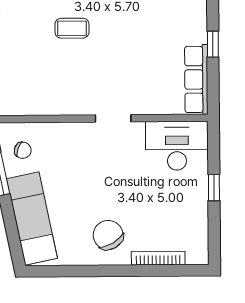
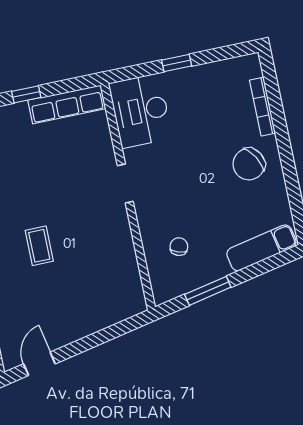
chair: (23, 150) -> (179, 247), moved
exam couch: (32, 218) -> (261, 248), width x0.73, depth x0.69

